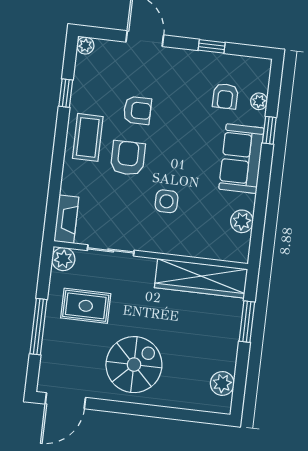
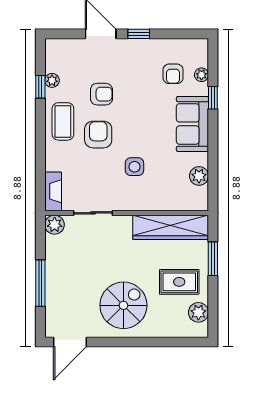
plant: (85, 46) -> (52, 80), moved
window: (212, 46) -> (139, 34), moved
rug: (86, 306) -> (179, 282), moved

